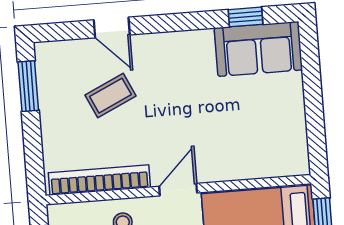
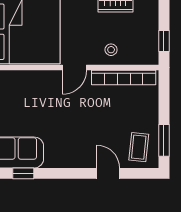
coffee table: (110, 96) -> (139, 147), moved, turned -59

